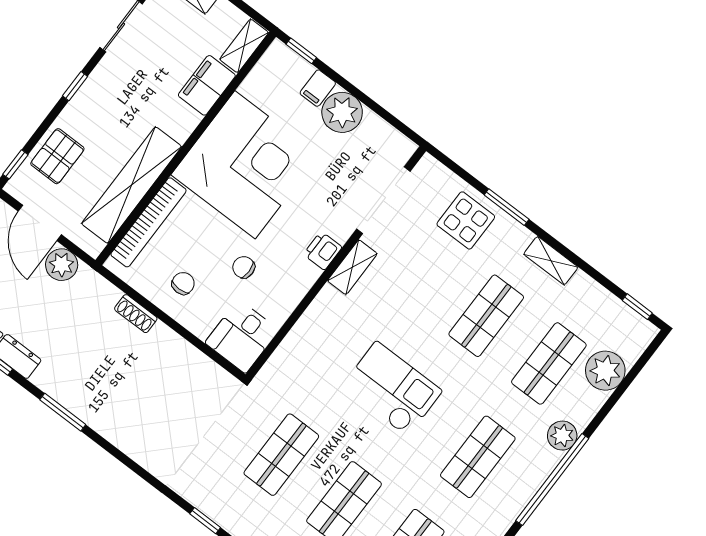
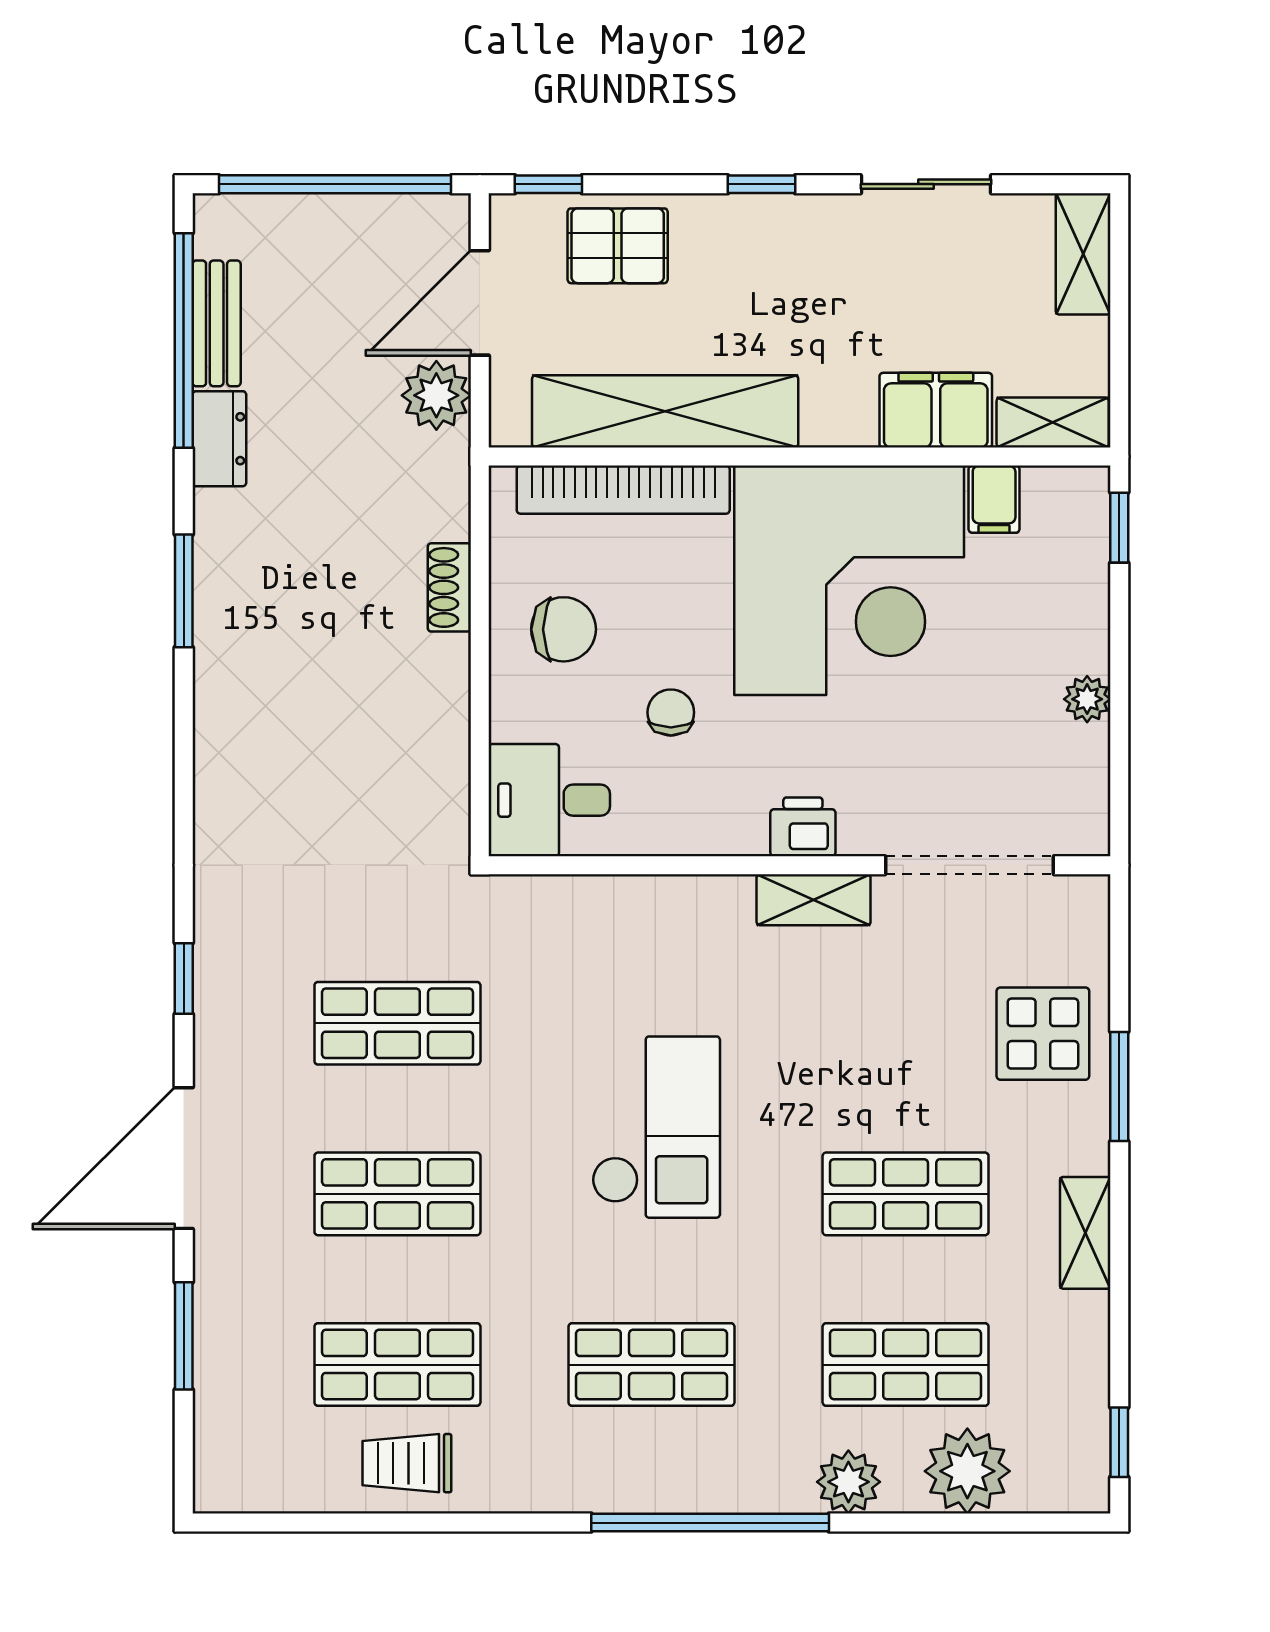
filing cabinet: (318, 88) -> (994, 499), moved, turned -90
plant: (342, 112) -> (1087, 699), width x0.53, depth x0.53
chair: (183, 283) -> (564, 629), width x1.37, depth x1.37
plant: (562, 436) -> (848, 1482), moved

